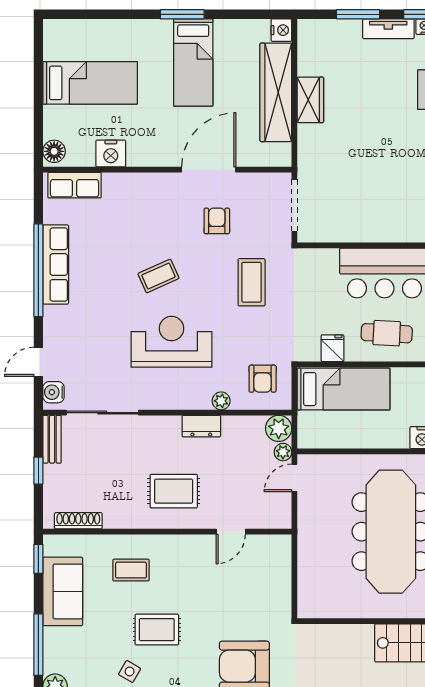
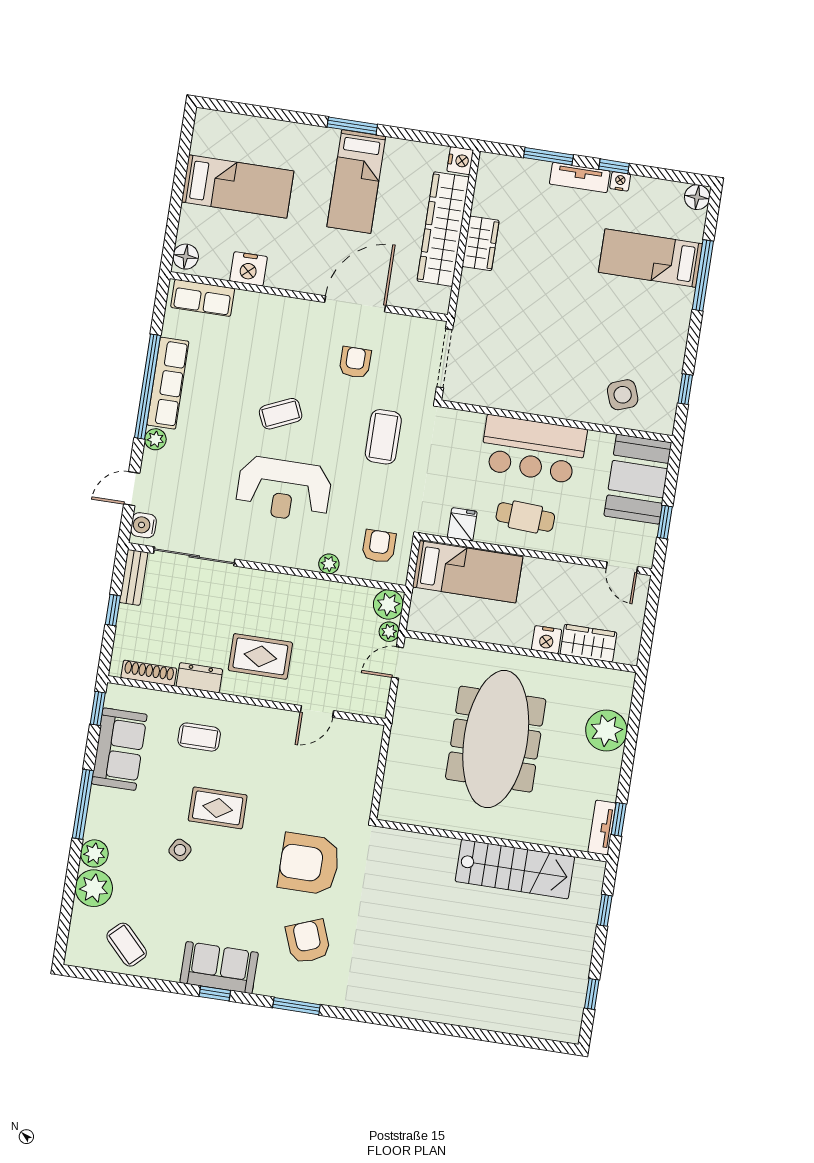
plant: (52, 315) -> (155, 439), added
reception desk: (171, 342) -> (284, 489), turned 180
armchair: (263, 379) -> (379, 546), turned 180
dresser: (201, 426) -> (199, 678), moved, turned 180

